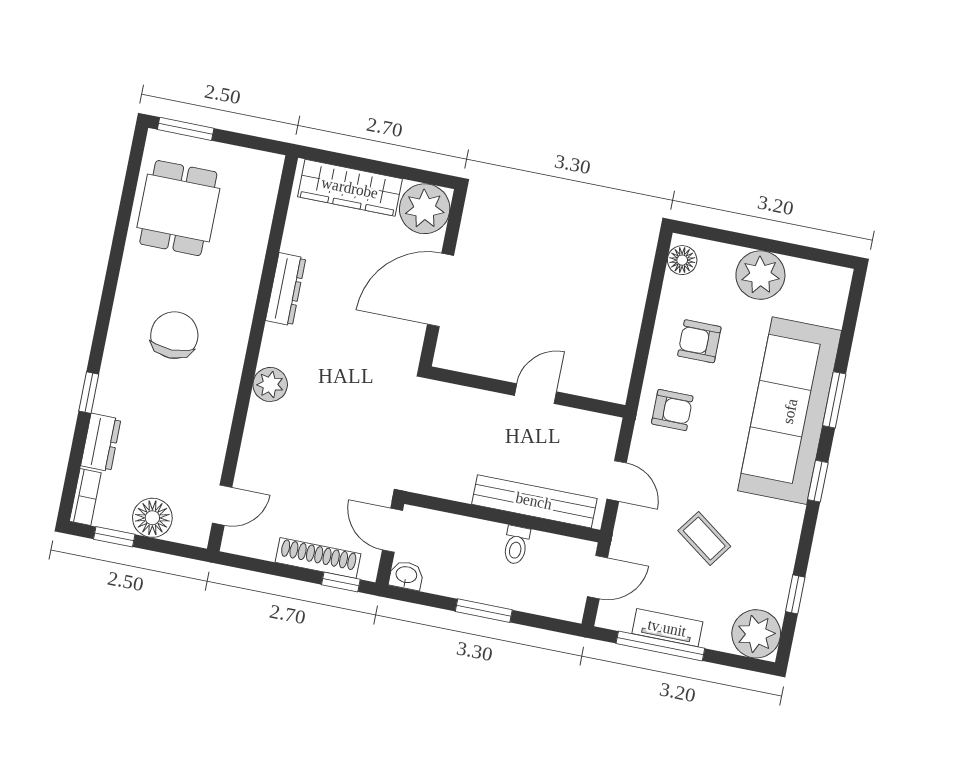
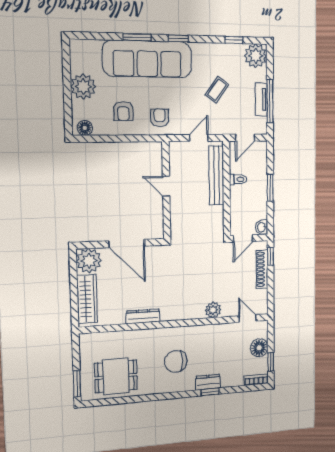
plant: (270, 384) -> (213, 310), moved
dresser: (101, 442) -> (208, 382), moved
door: (597, 577) -> (245, 138), swing flipped

